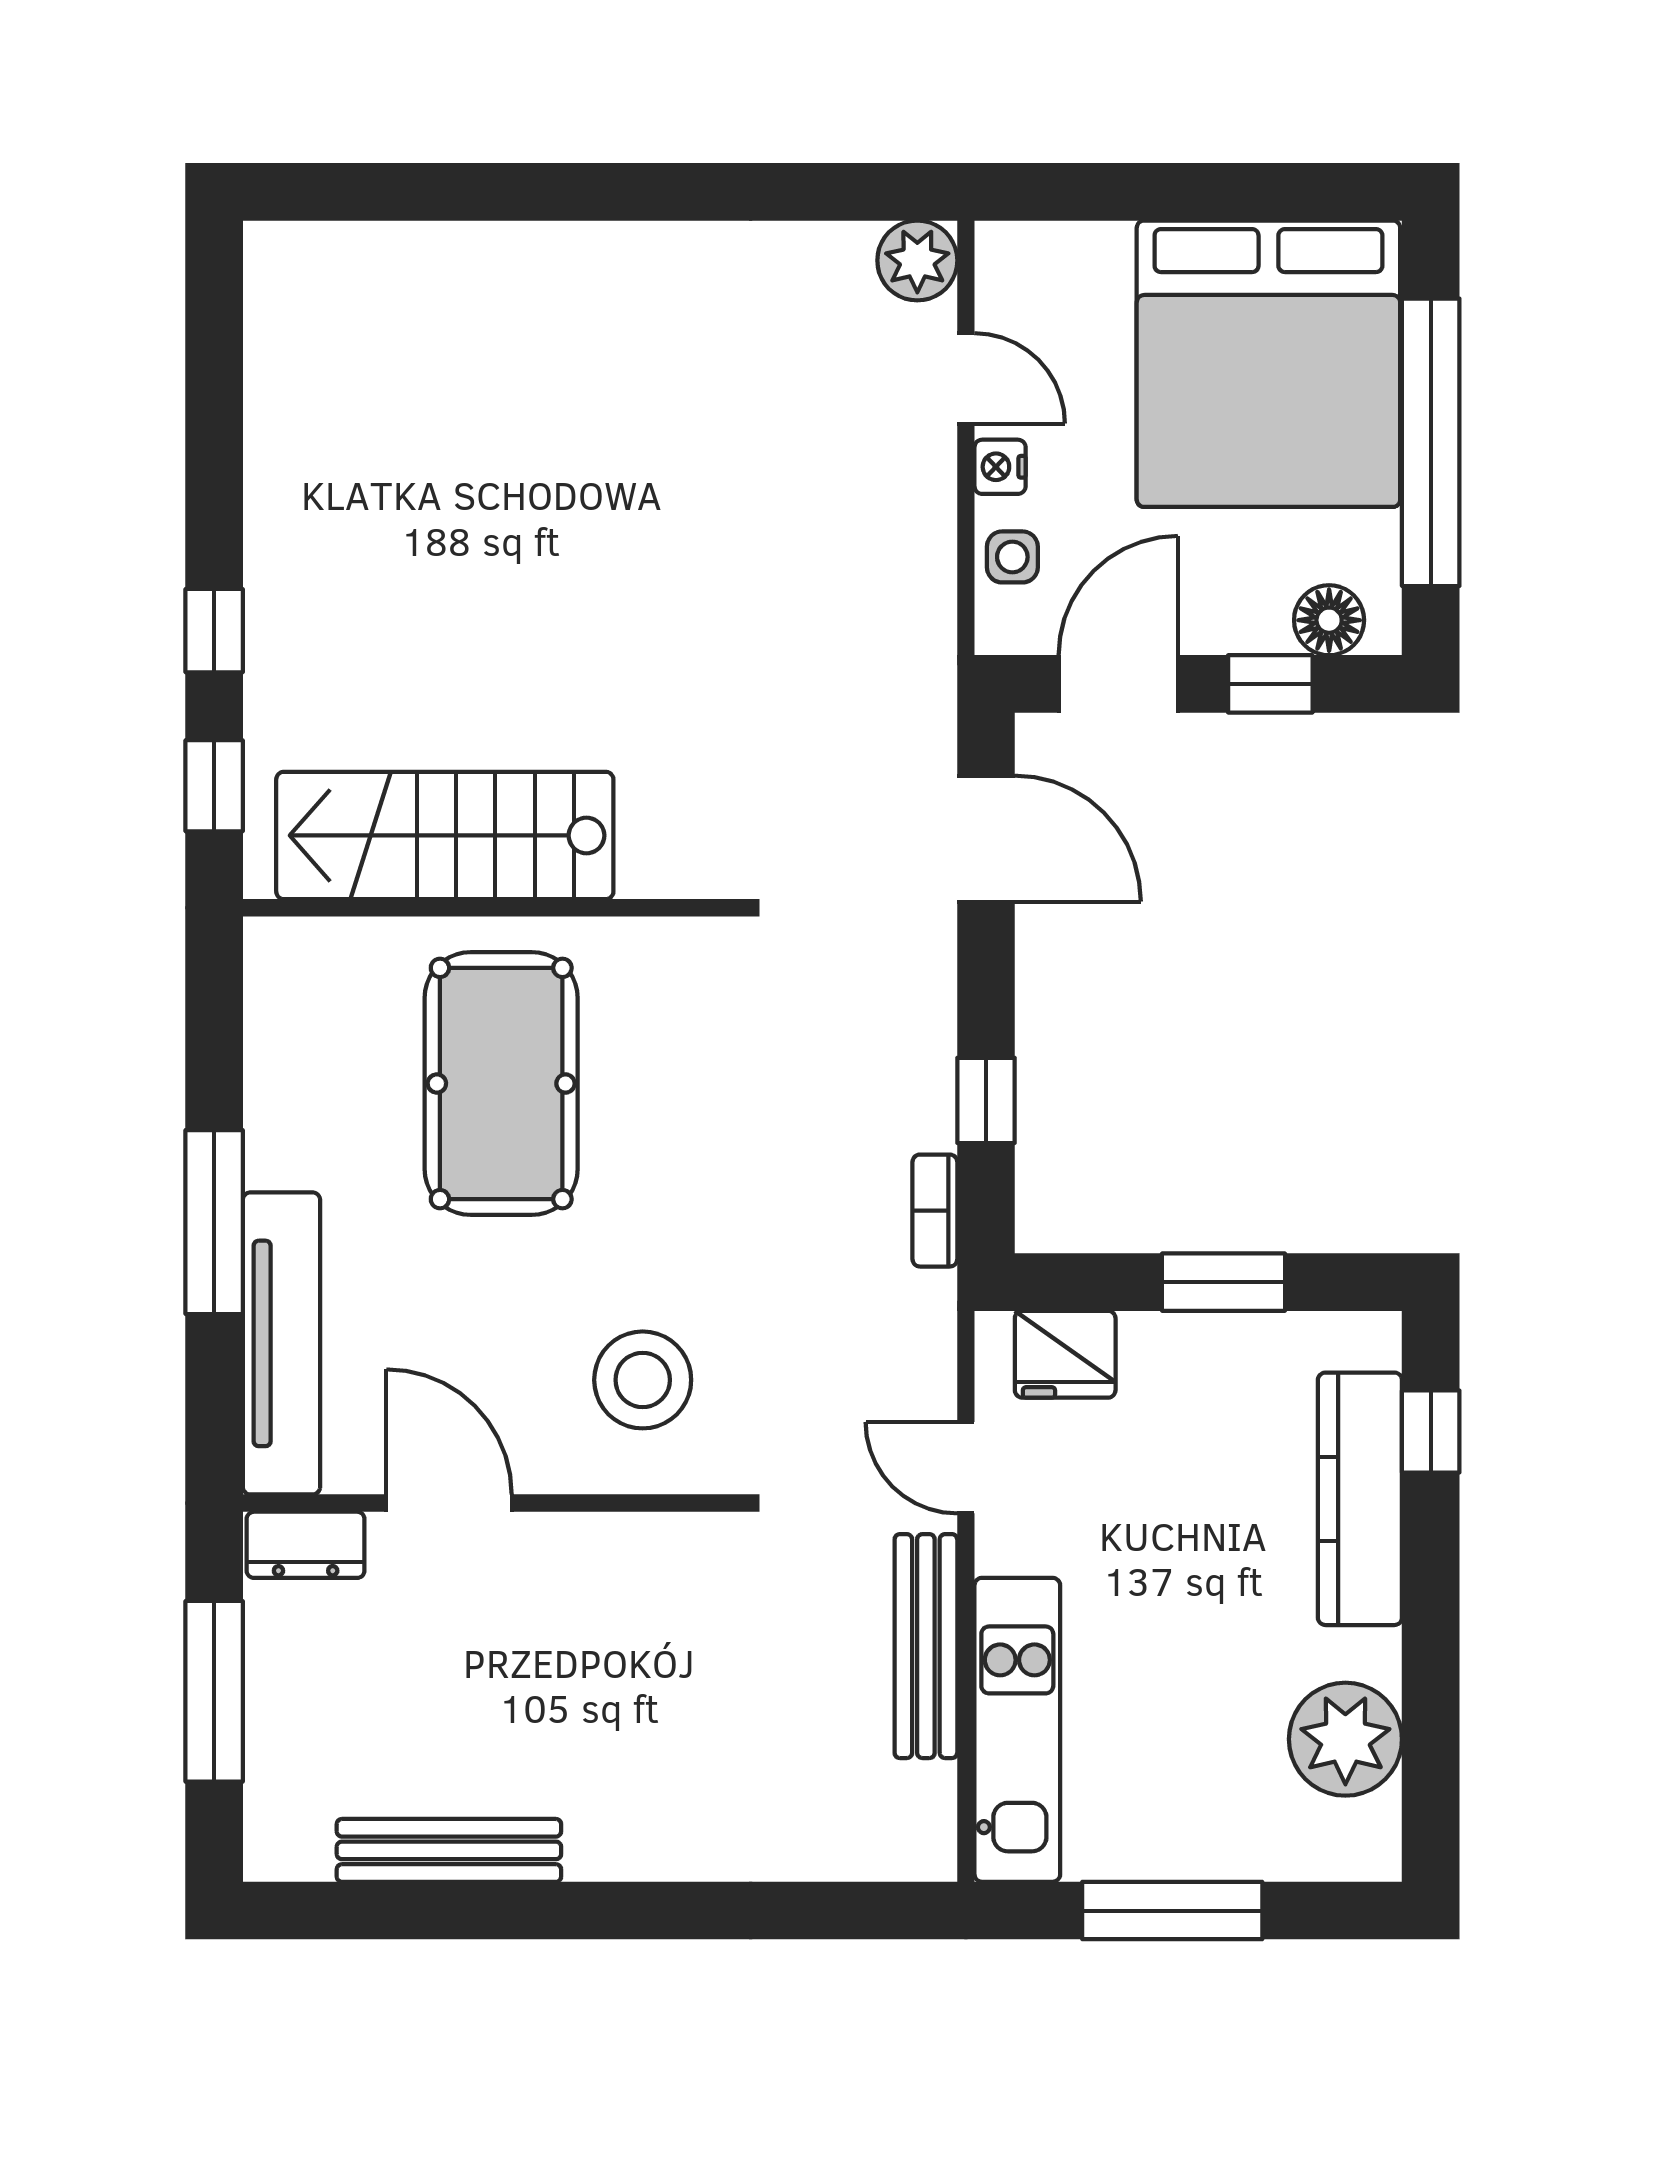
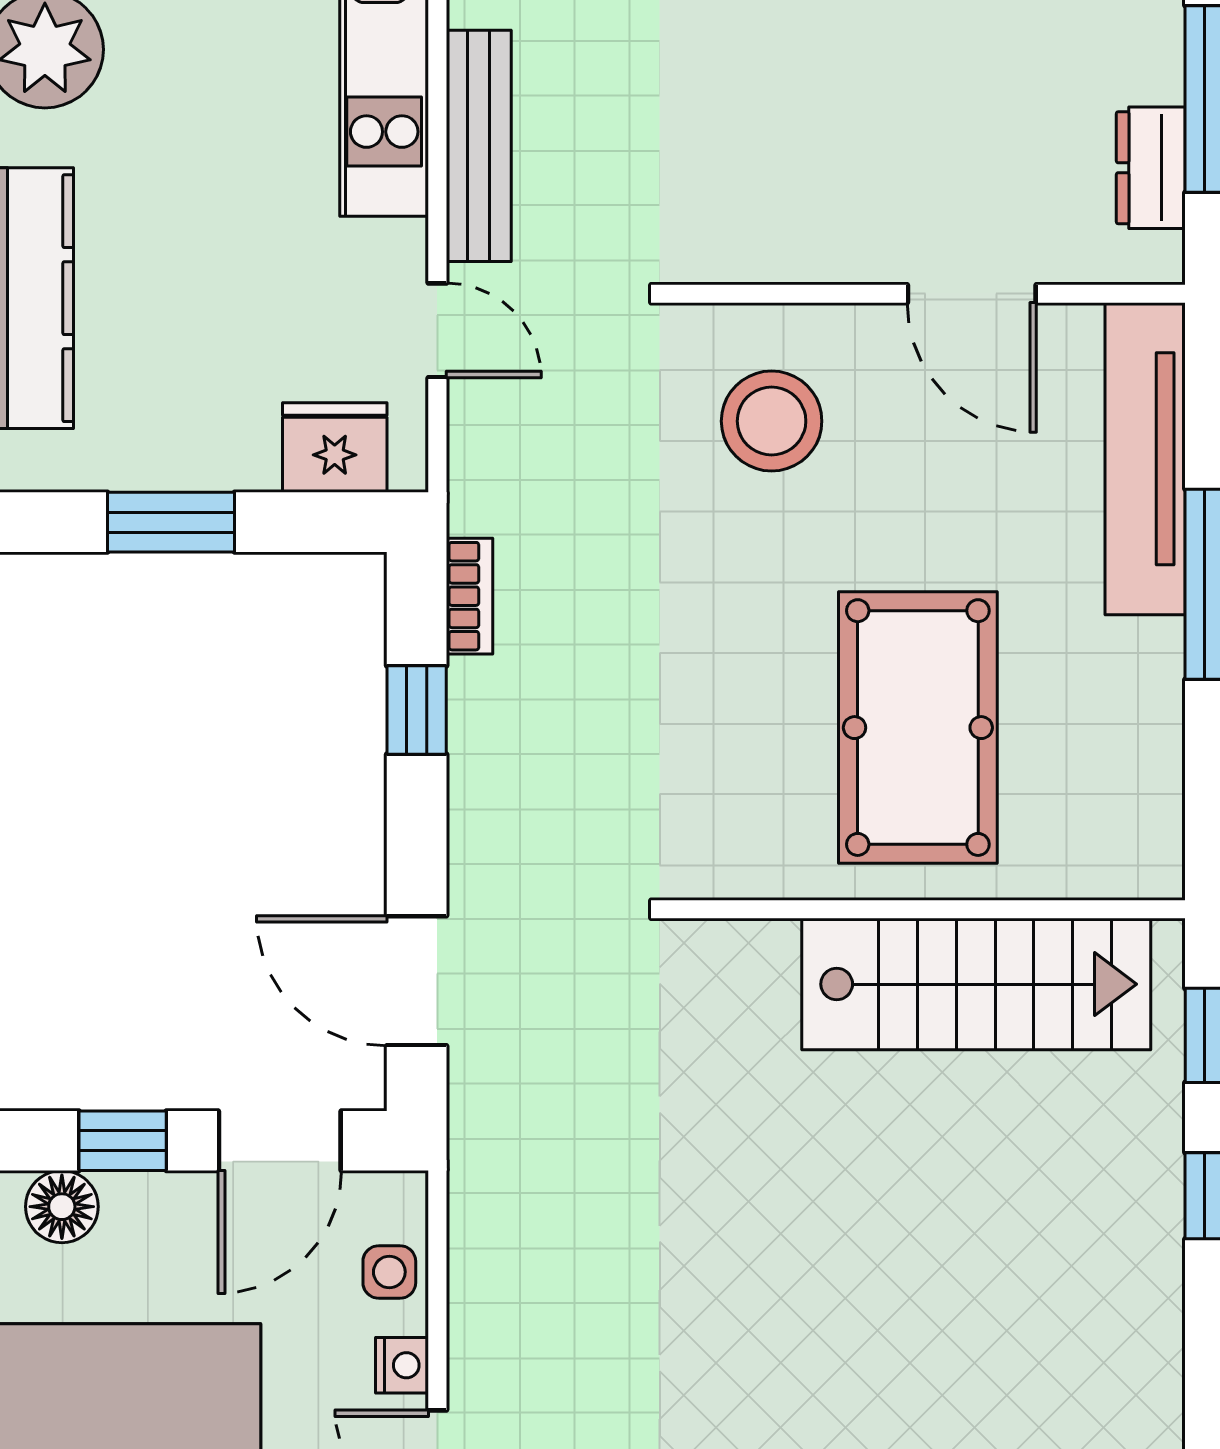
dresser: (306, 1545) -> (1151, 168), moved, turned -90

